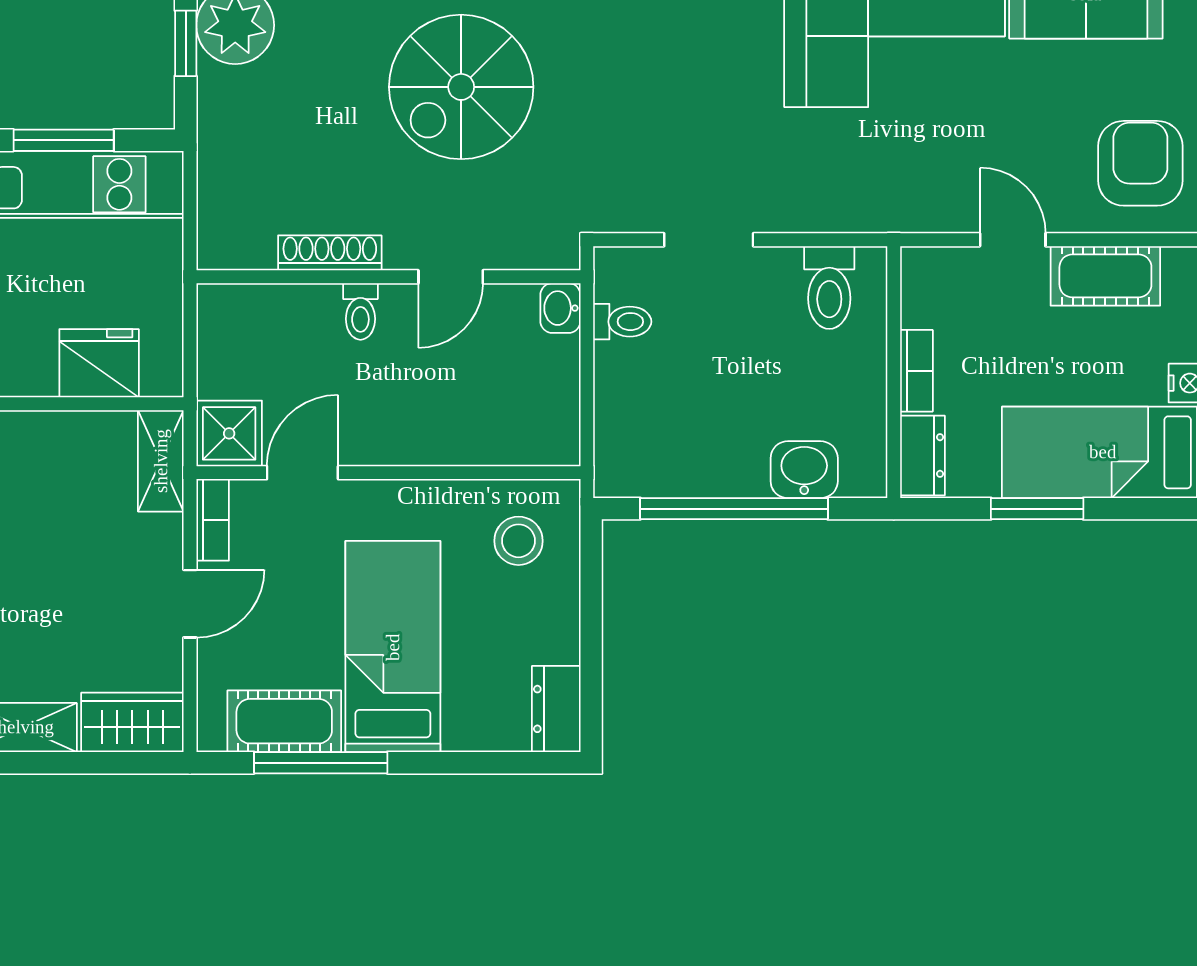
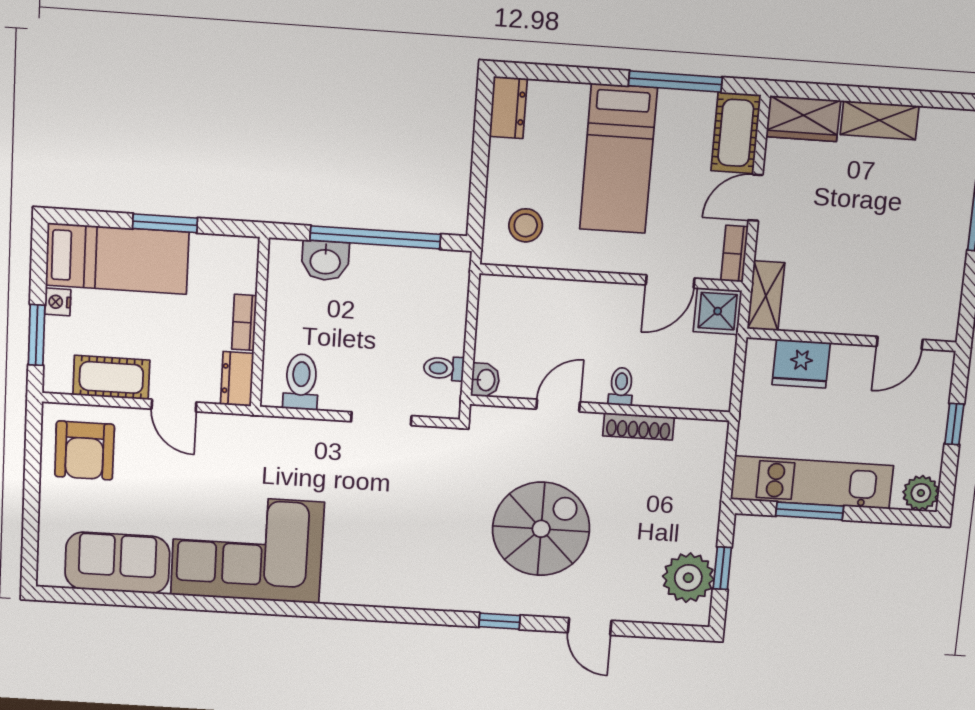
dresser: (923, 456) -> (237, 379), moved
cot: (284, 721) -> (736, 133), moved, turned 90

